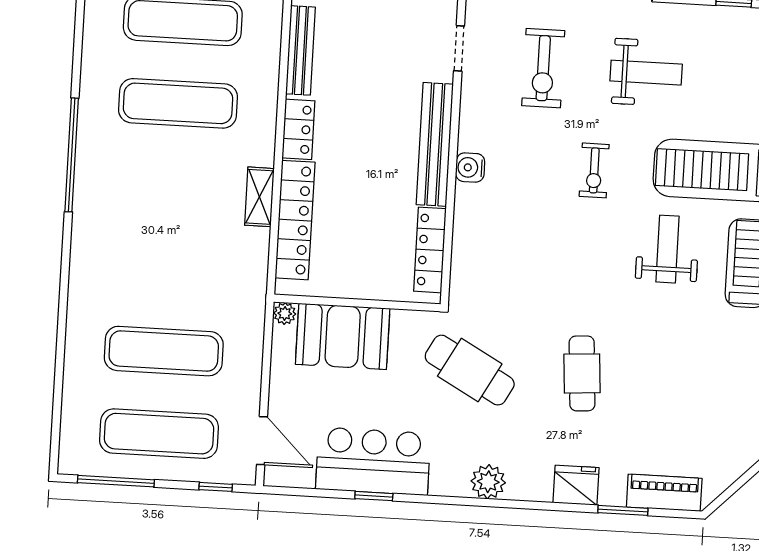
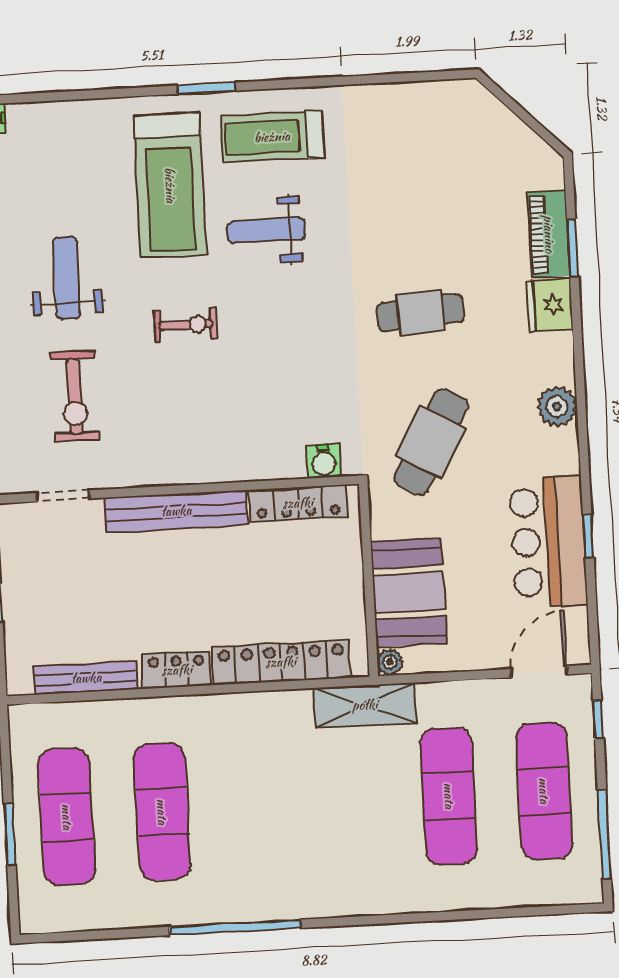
exercise bike: (543, 68) -> (75, 397), turned 90
water cooler: (470, 168) -> (324, 461), moved
shelving: (259, 197) -> (365, 705), moved, width x1.50, depth x1.33
piano: (664, 493) -> (549, 234), moved

